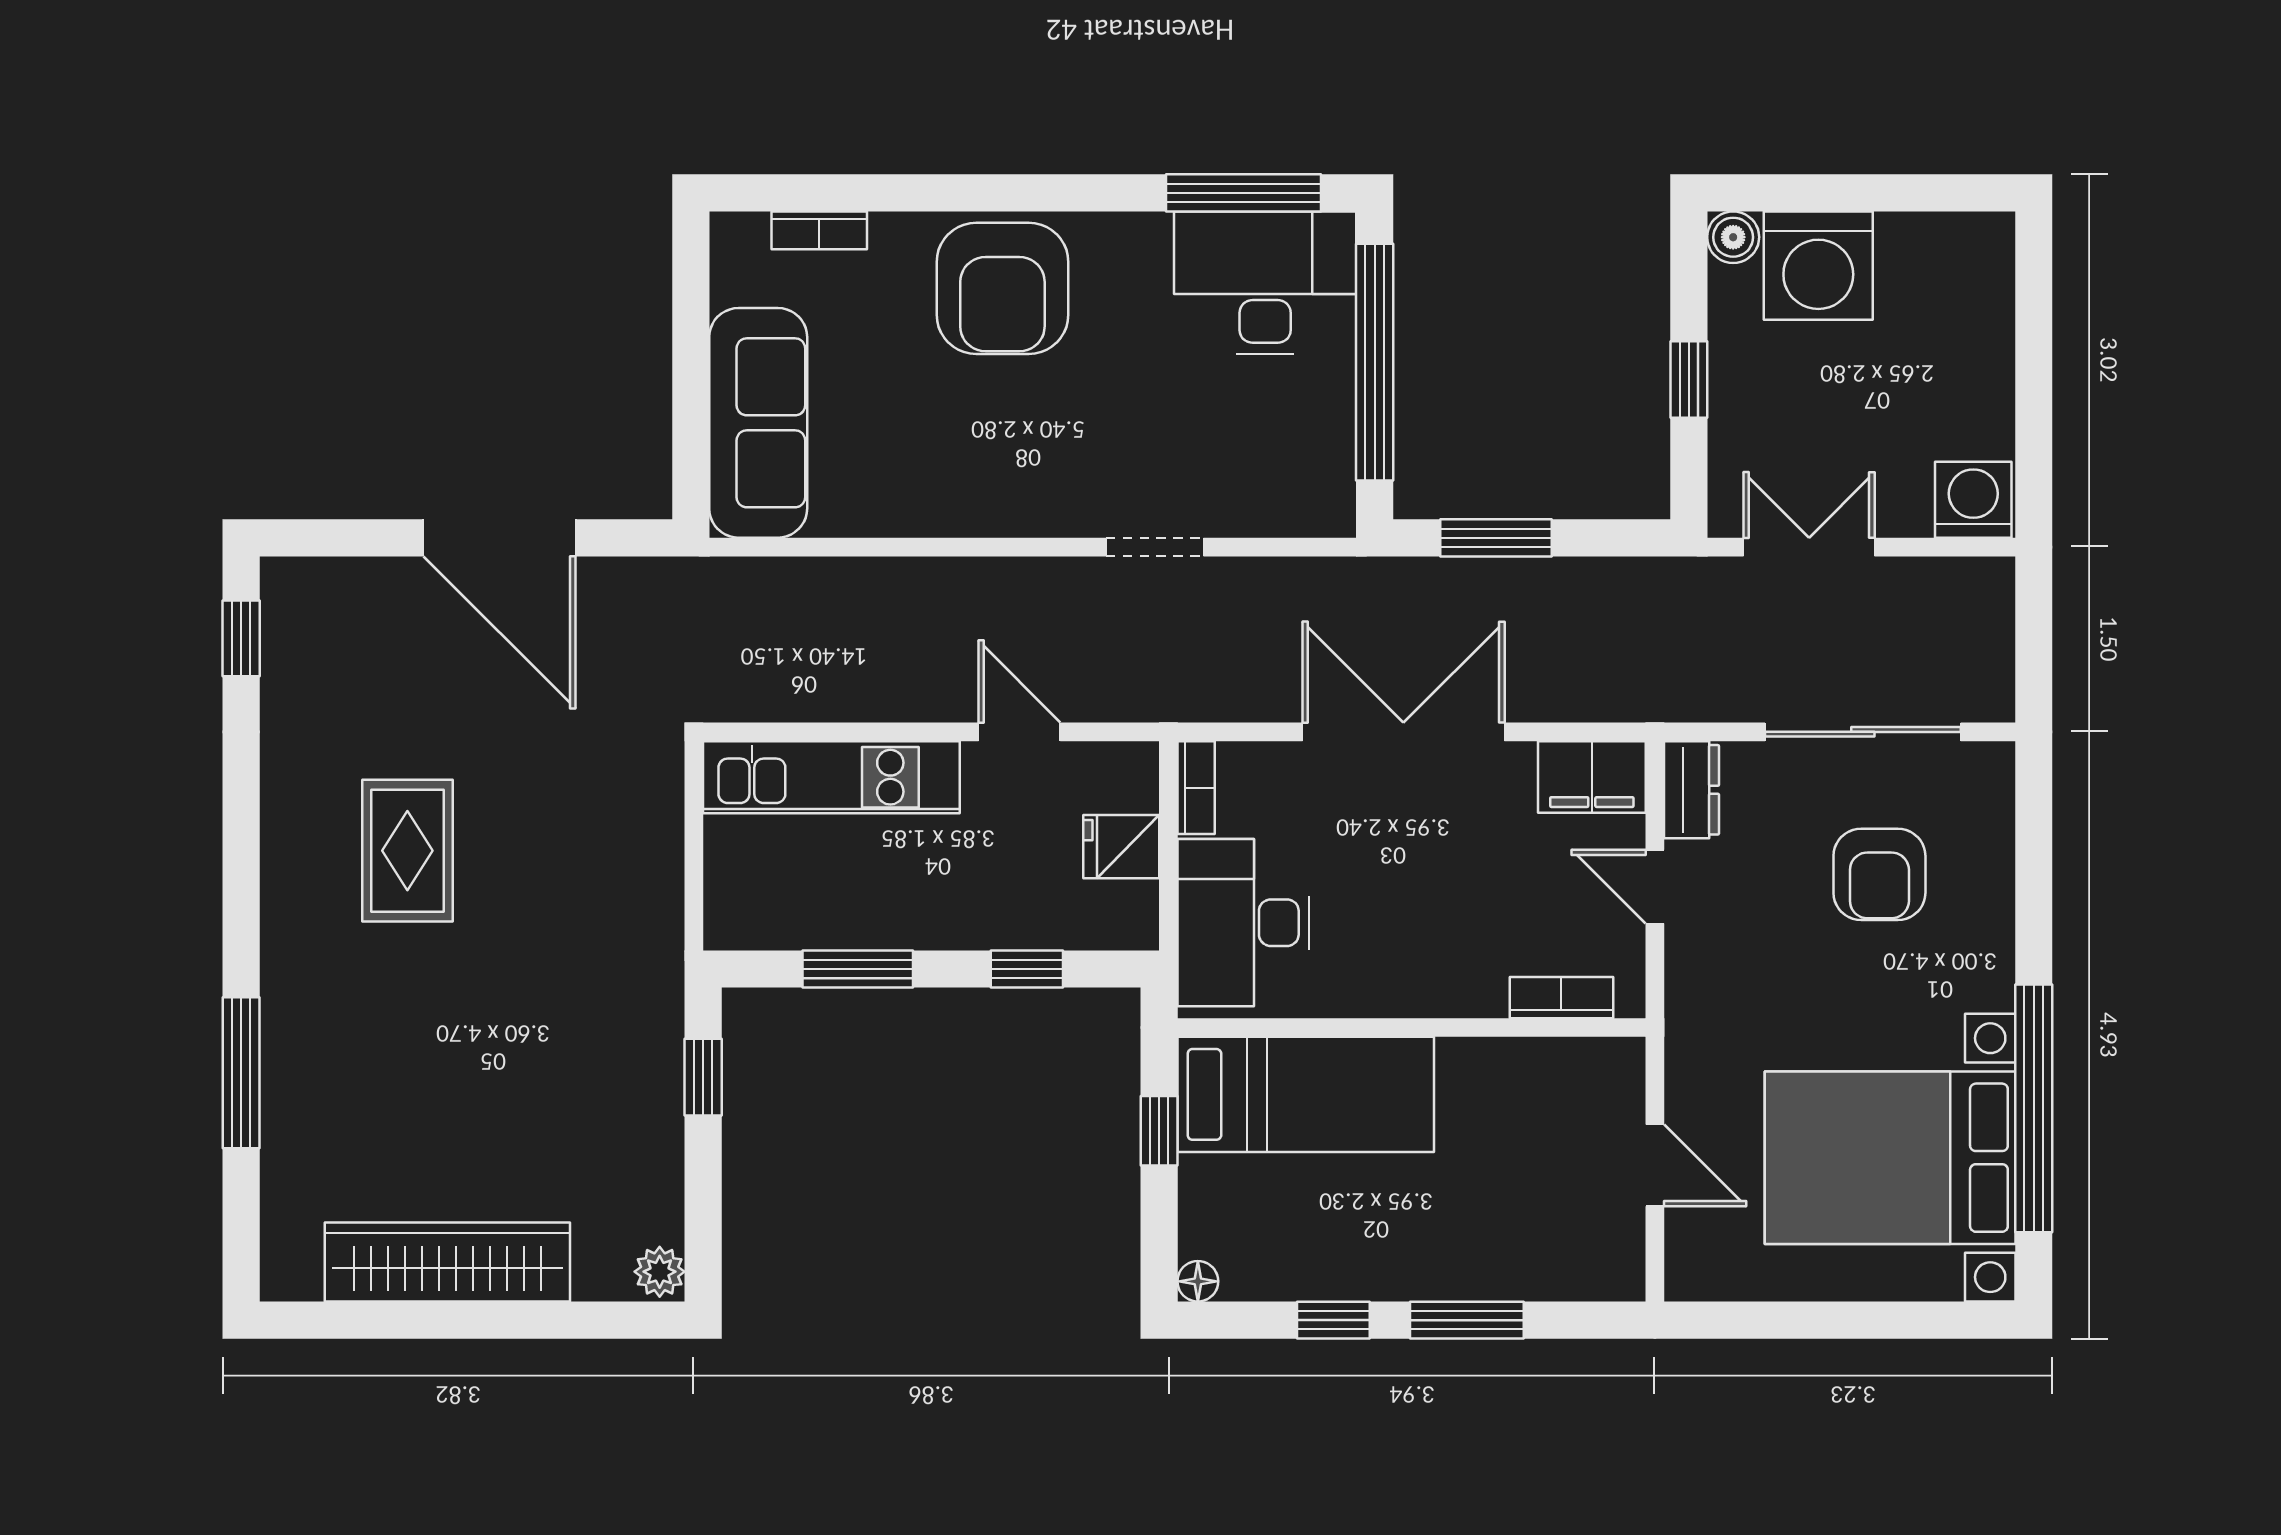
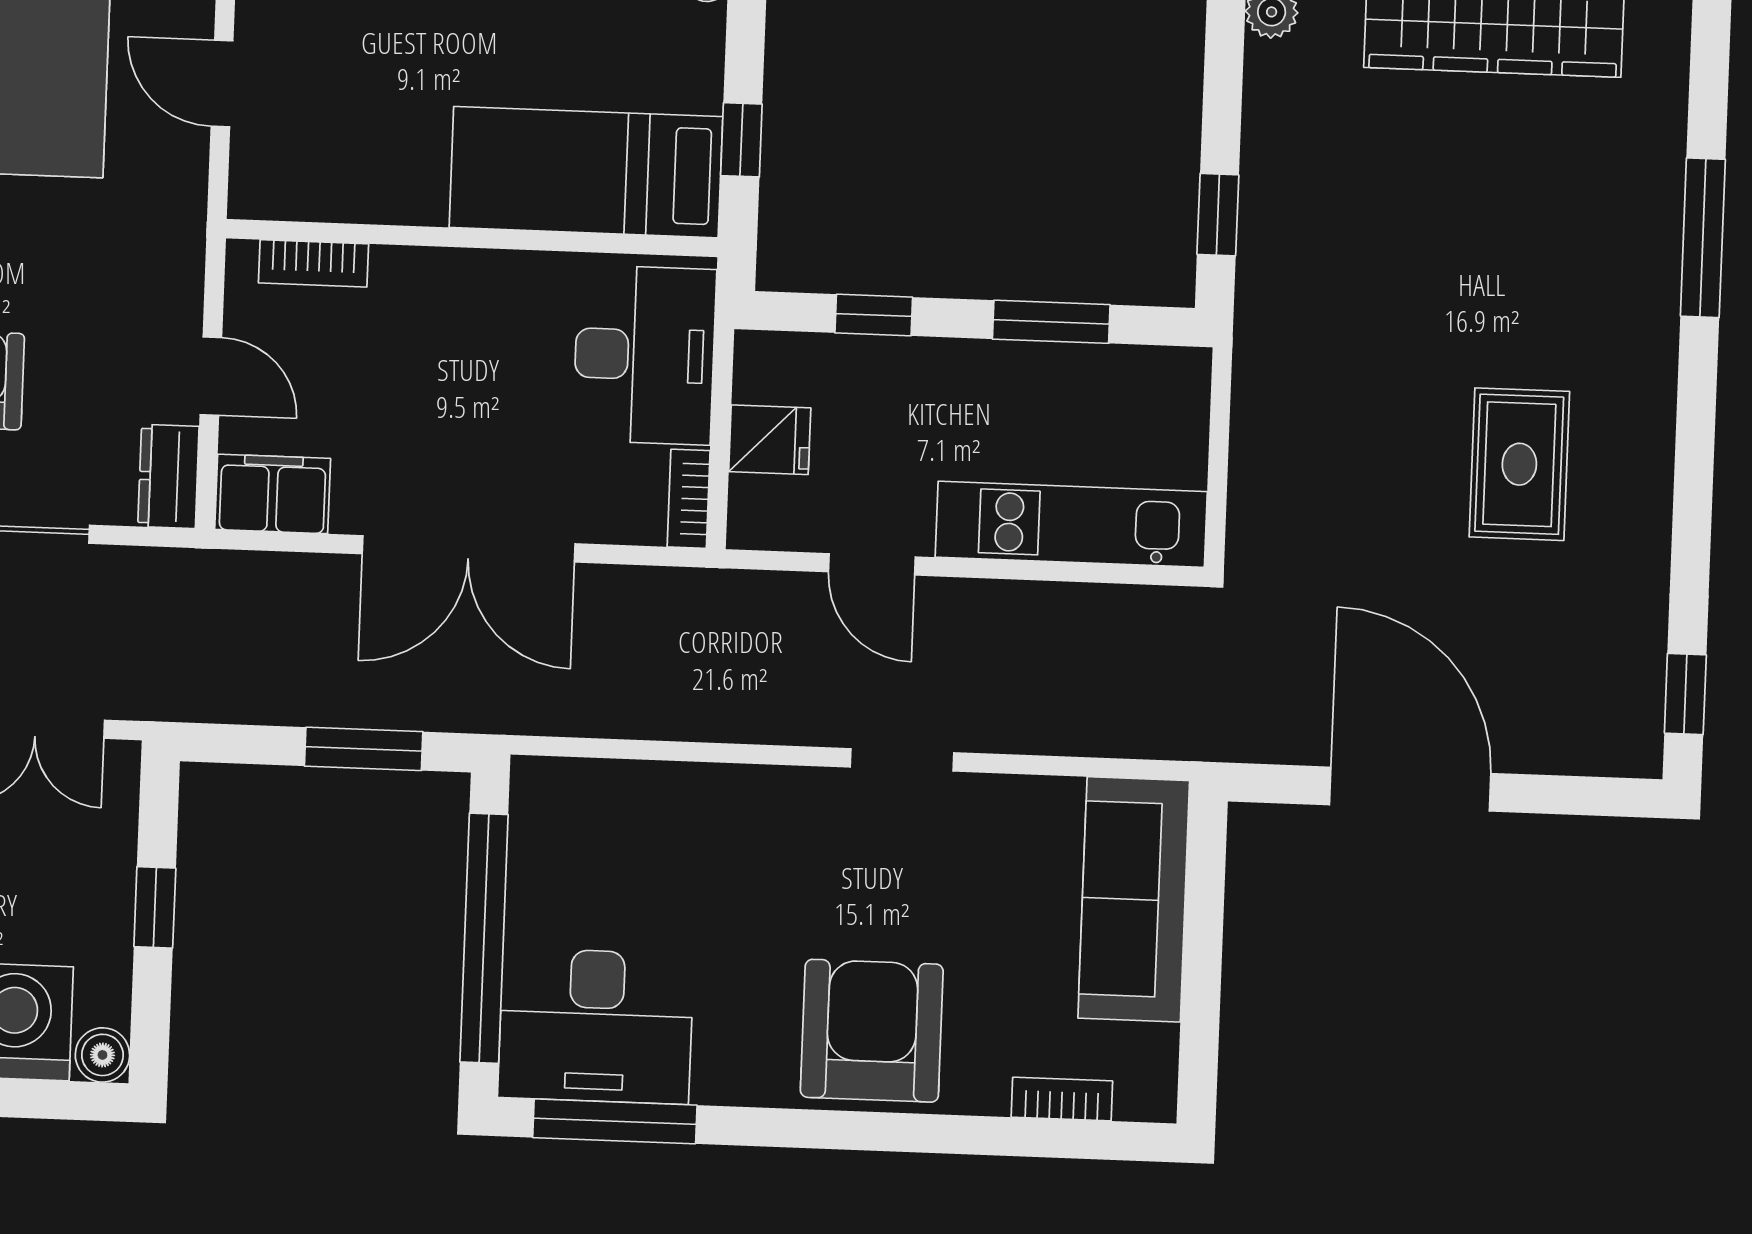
doorway: (1155, 547) -> (902, 760), moved

